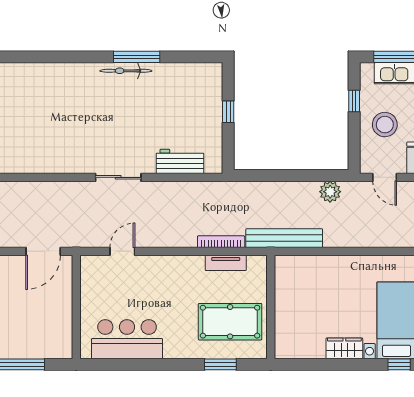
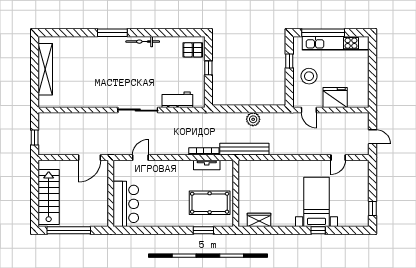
window: (137, 57) -> (112, 33), moved
pallet: (204, 84) -> (193, 50), added
sliding door: (118, 177) -> (138, 110), width x1.37
plant: (330, 192) -> (253, 119), moved
bar counter: (127, 339) -> (126, 204), moved, turned 90
wardrobe: (344, 348) -> (259, 220), moved

